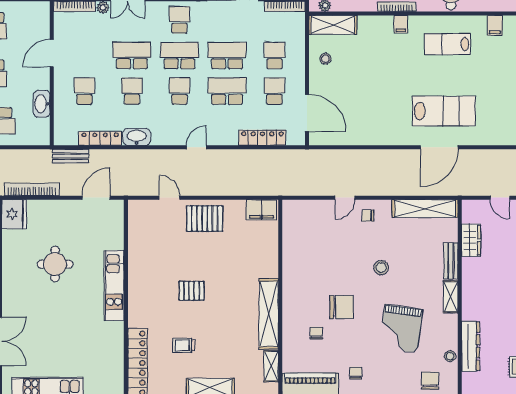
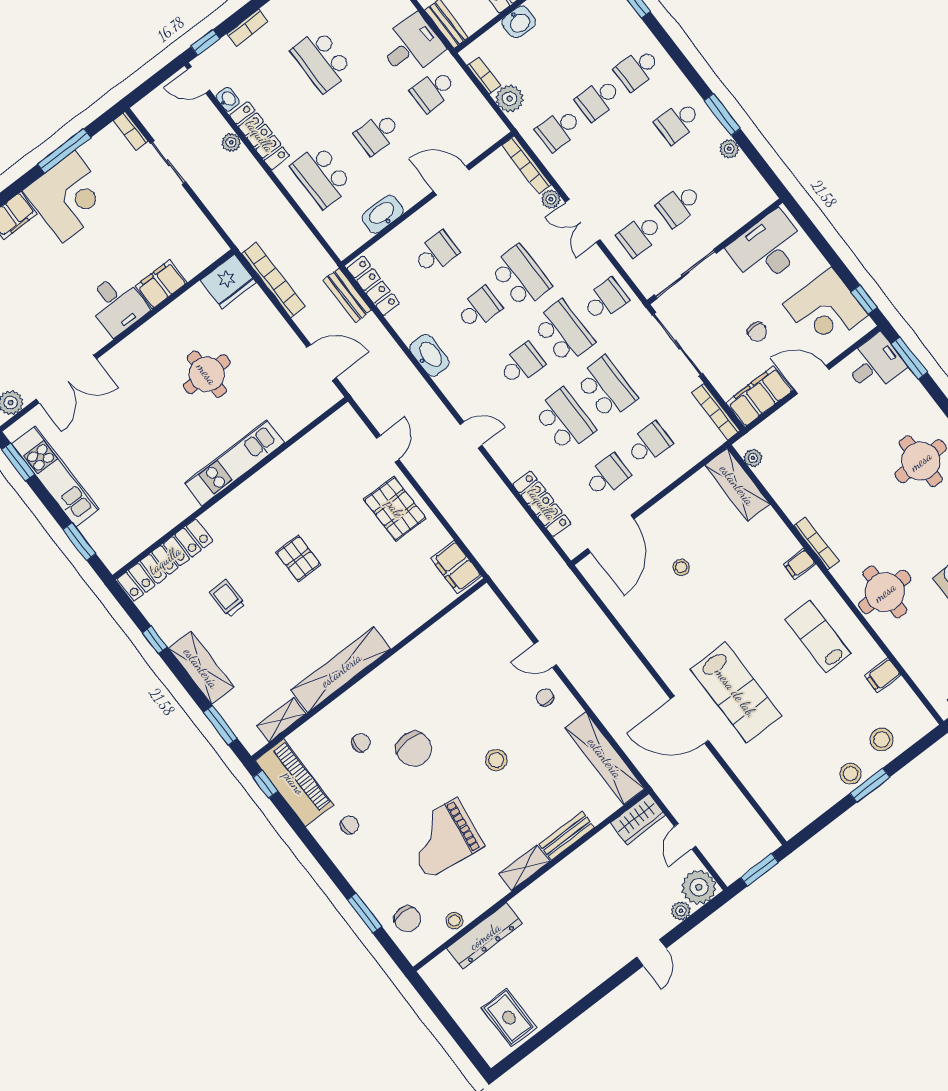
stool: (325, 59) -> (681, 567), moved
locker: (100, 138) -> (373, 286), moved
wardrobe: (471, 240) -> (638, 819), moved
chair: (430, 381) -> (407, 919), turned 90

